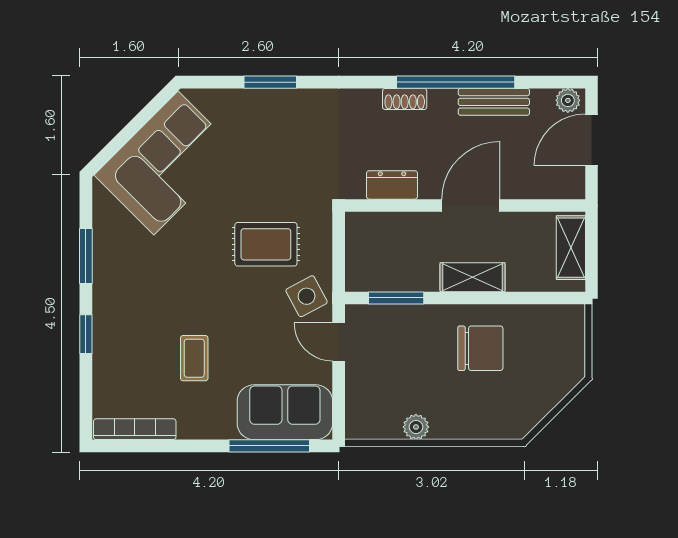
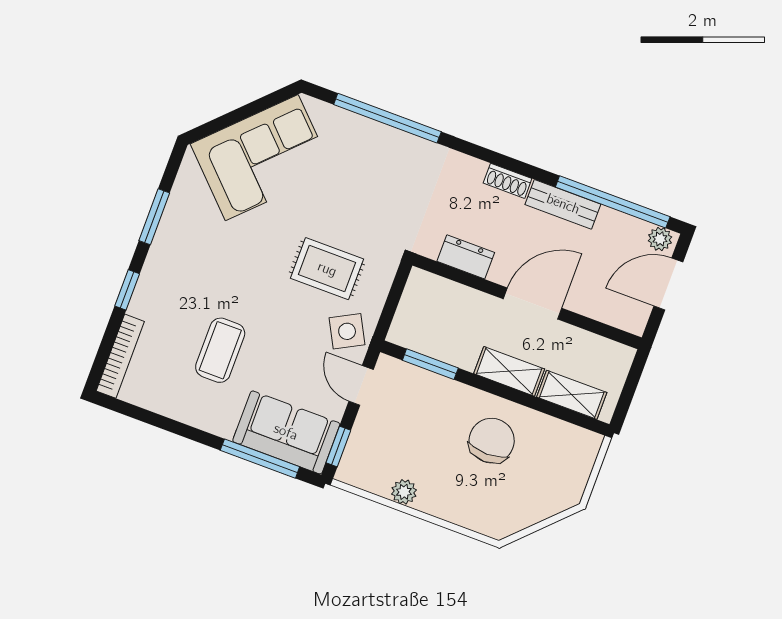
window: (270, 82) -> (387, 118), width x2.11
window: (456, 82) -> (613, 202), moved
bench: (494, 102) -> (563, 204), moved
shelving: (571, 248) -> (572, 395), moved, turned 90
chair: (480, 348) -> (492, 441), turned -90
coffee table: (194, 358) -> (220, 350), width x1.36, depth x1.30
window: (339, 407) -> (338, 446), added
bookcase: (135, 429) -> (120, 356), moved, turned 90

